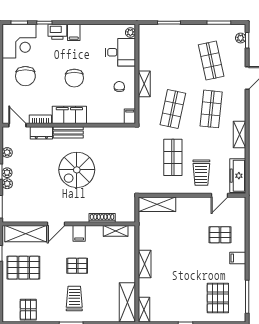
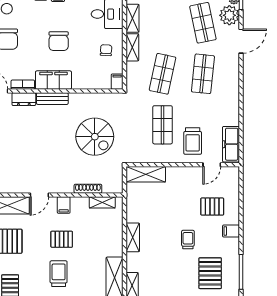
plant: (236, 53) -> (229, 15), added
shelving: (240, 134) -> (133, 18), moved
spiral stairs: (77, 170) -> (95, 137), moved, turned -90
trolley: (197, 266) -> (188, 240), added

